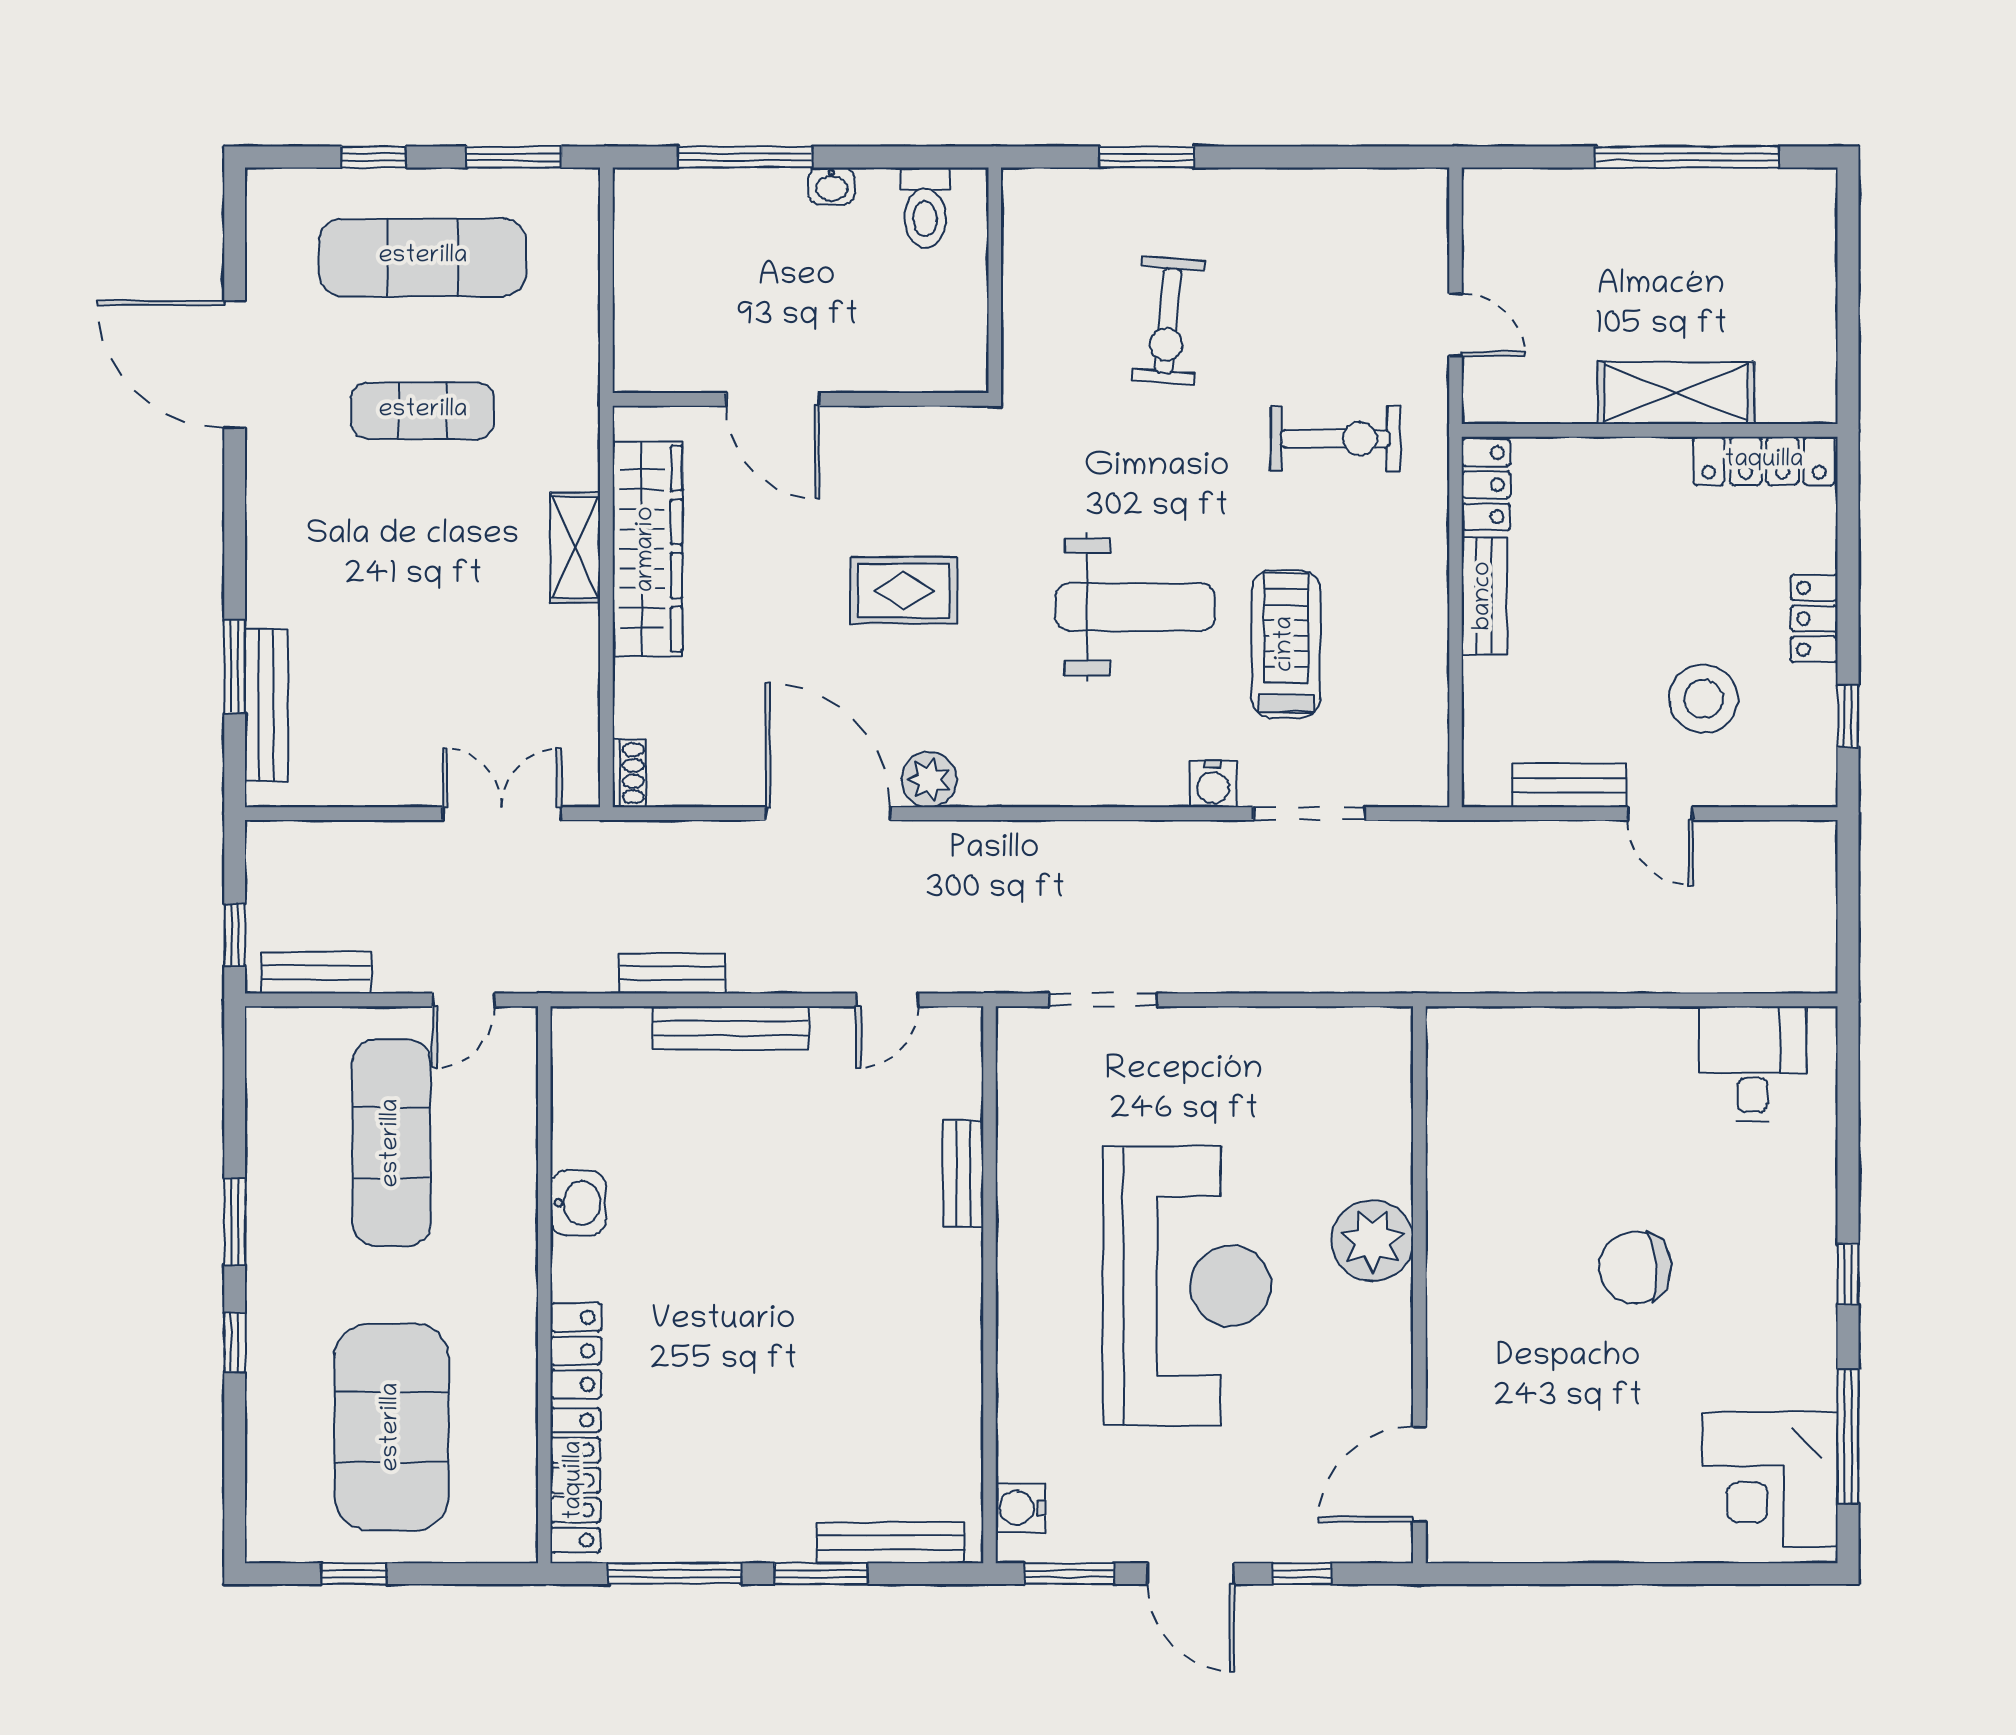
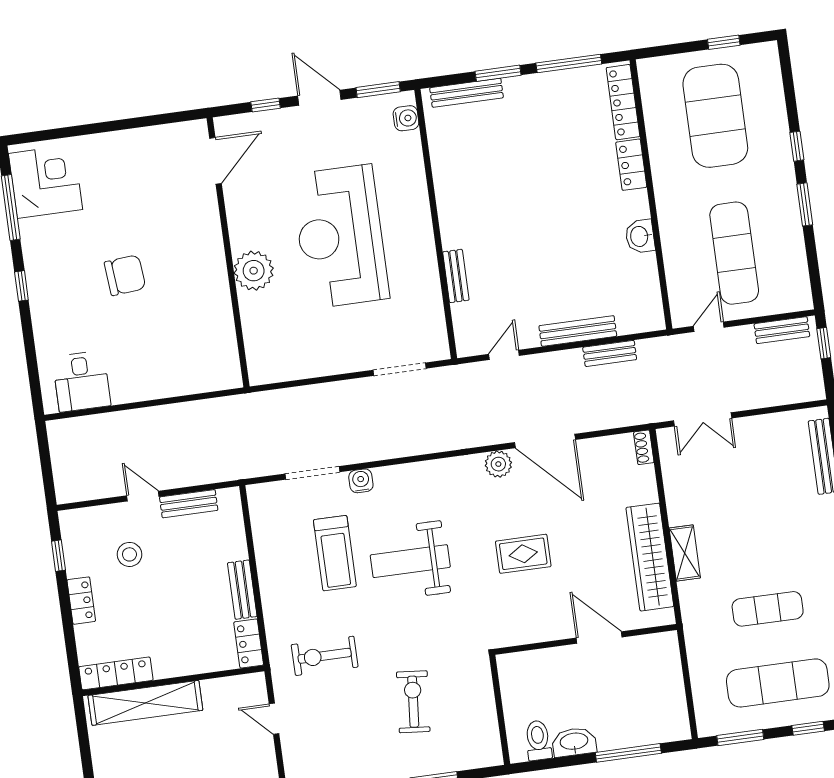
washbasin: (832, 186) -> (574, 742), width x1.91, depth x1.45
shelving: (1676, 393) -> (145, 703), width x1.47
stool: (1703, 699) -> (129, 554), width x0.73, depth x0.73

